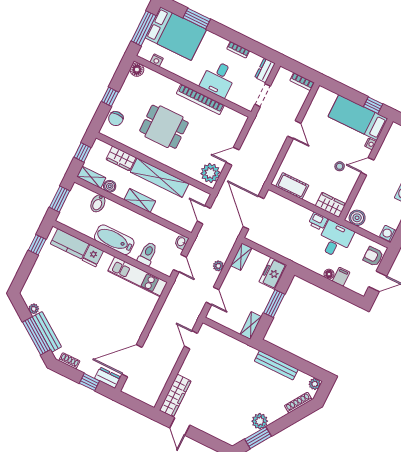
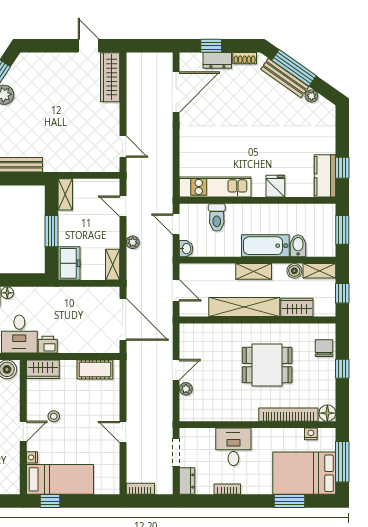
bookcase: (200, 99) -> (288, 415), moved
plant: (210, 173) -> (186, 389), moved, width x0.53, depth x0.53
bathtub: (114, 240) -> (265, 246), moved, turned 180
kitchen counter: (70, 244) -> (325, 176), moved, turned -90
dresser: (108, 378) -> (217, 60), moved

